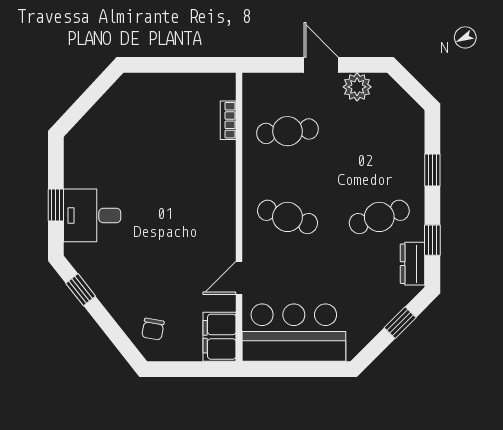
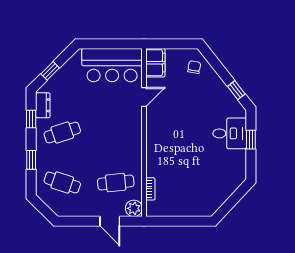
door: (321, 65) -> (110, 221), moved
plant: (357, 87) -> (134, 208), moved
cafe table: (287, 217) -> (62, 183), moved

